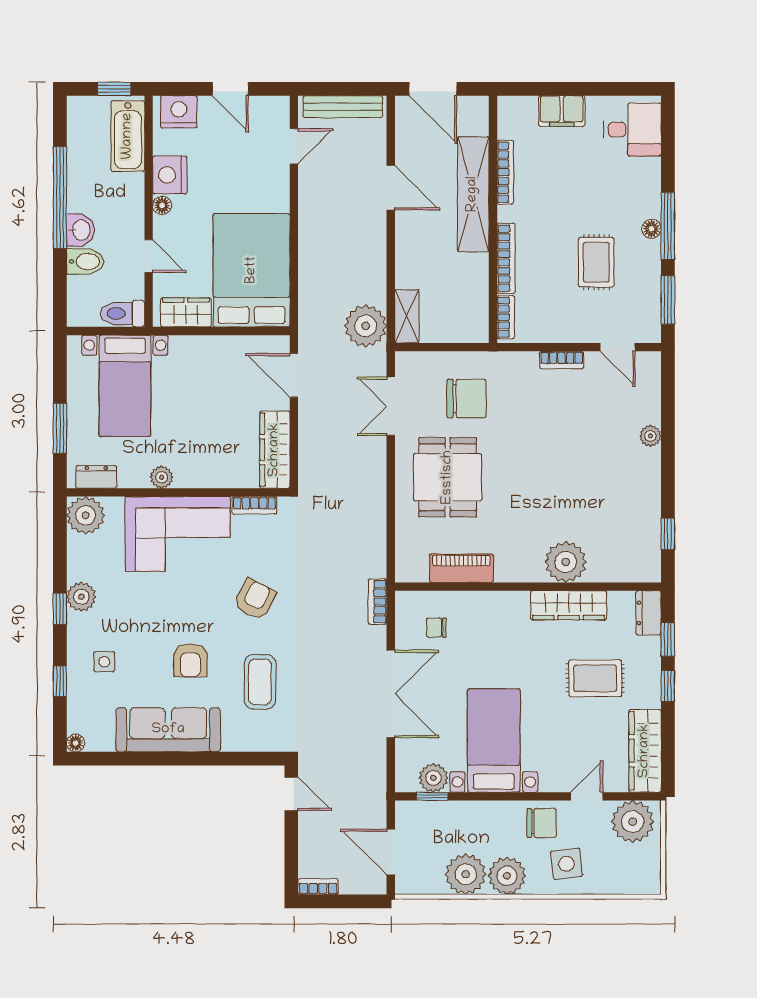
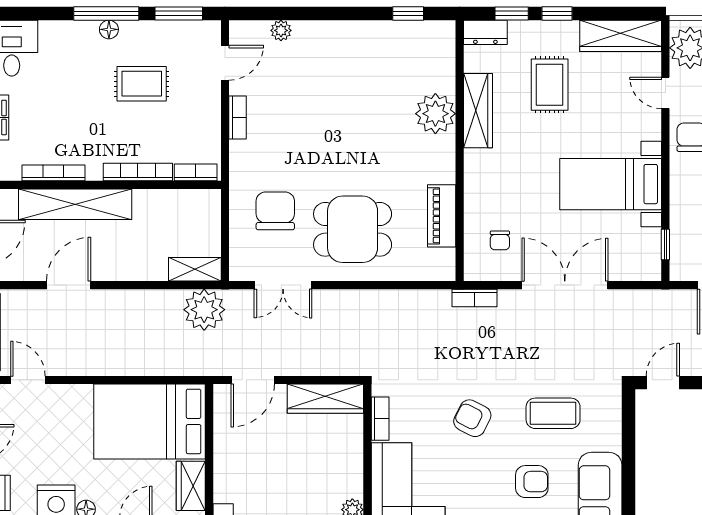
plant: (650, 436) -> (281, 30), moved
plant: (433, 778) -> (647, 243), removed

